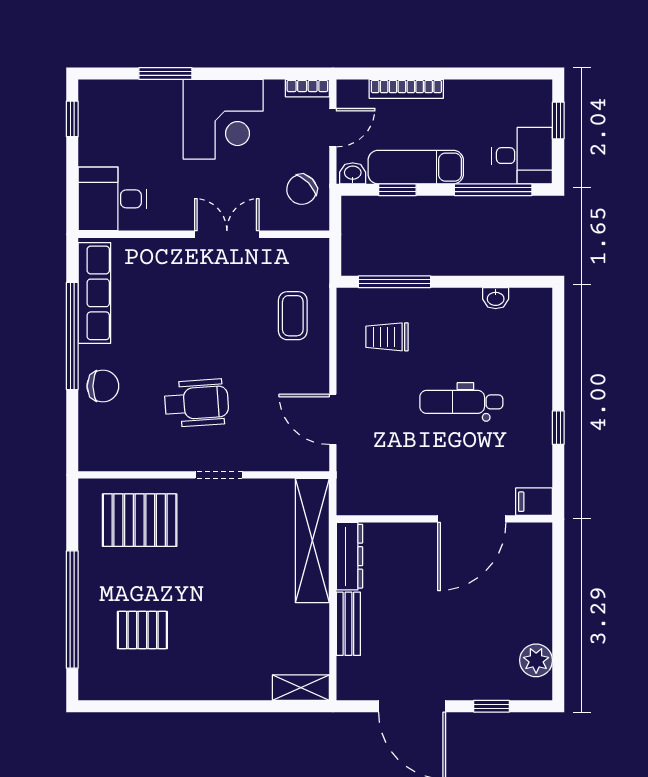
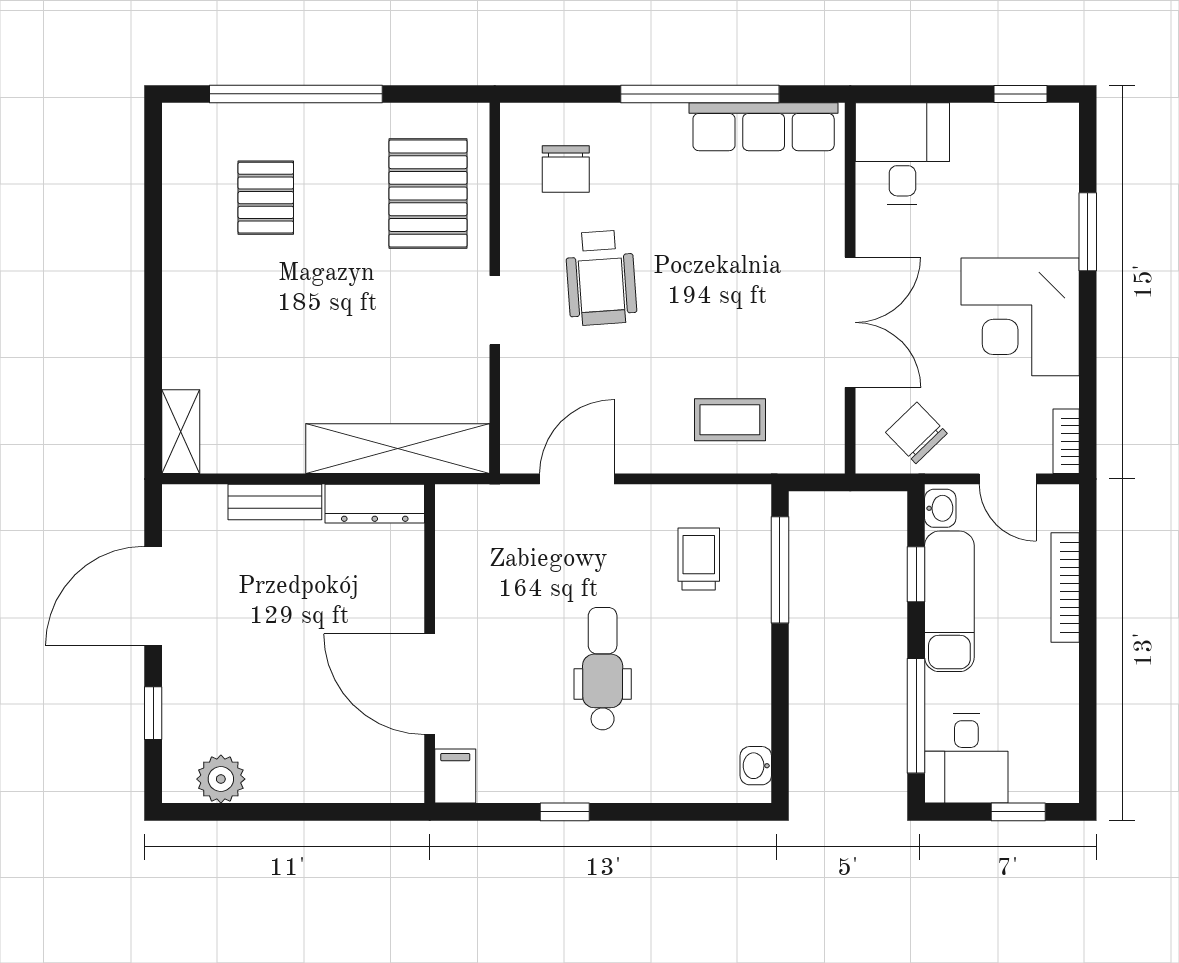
double door: (227, 234) -> (850, 322), width x1.37
washbasin: (496, 298) -> (756, 766), moved
chair: (103, 386) -> (566, 169), moved

